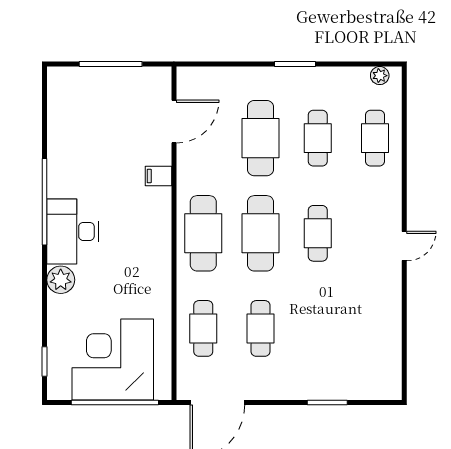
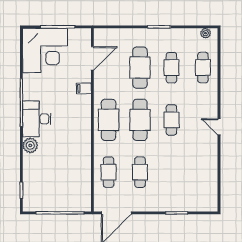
door: (404, 246) -> (219, 127), swing flipped
corner desk: (113, 360) -> (45, 50), moved, turned 180

